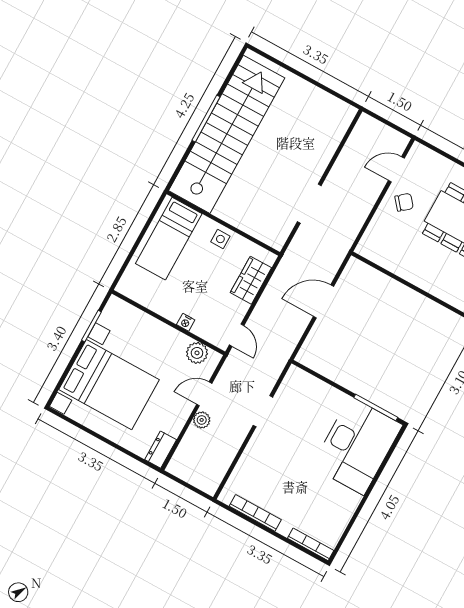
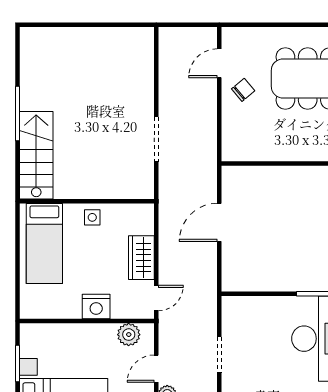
stairs: (227, 134) -> (36, 155), width x0.54, depth x0.66
wardrobe: (251, 280) -> (141, 258), moved
nightstand: (186, 322) -> (96, 307), width x1.89, depth x1.79
door: (237, 335) -> (156, 298), hinge flipped

